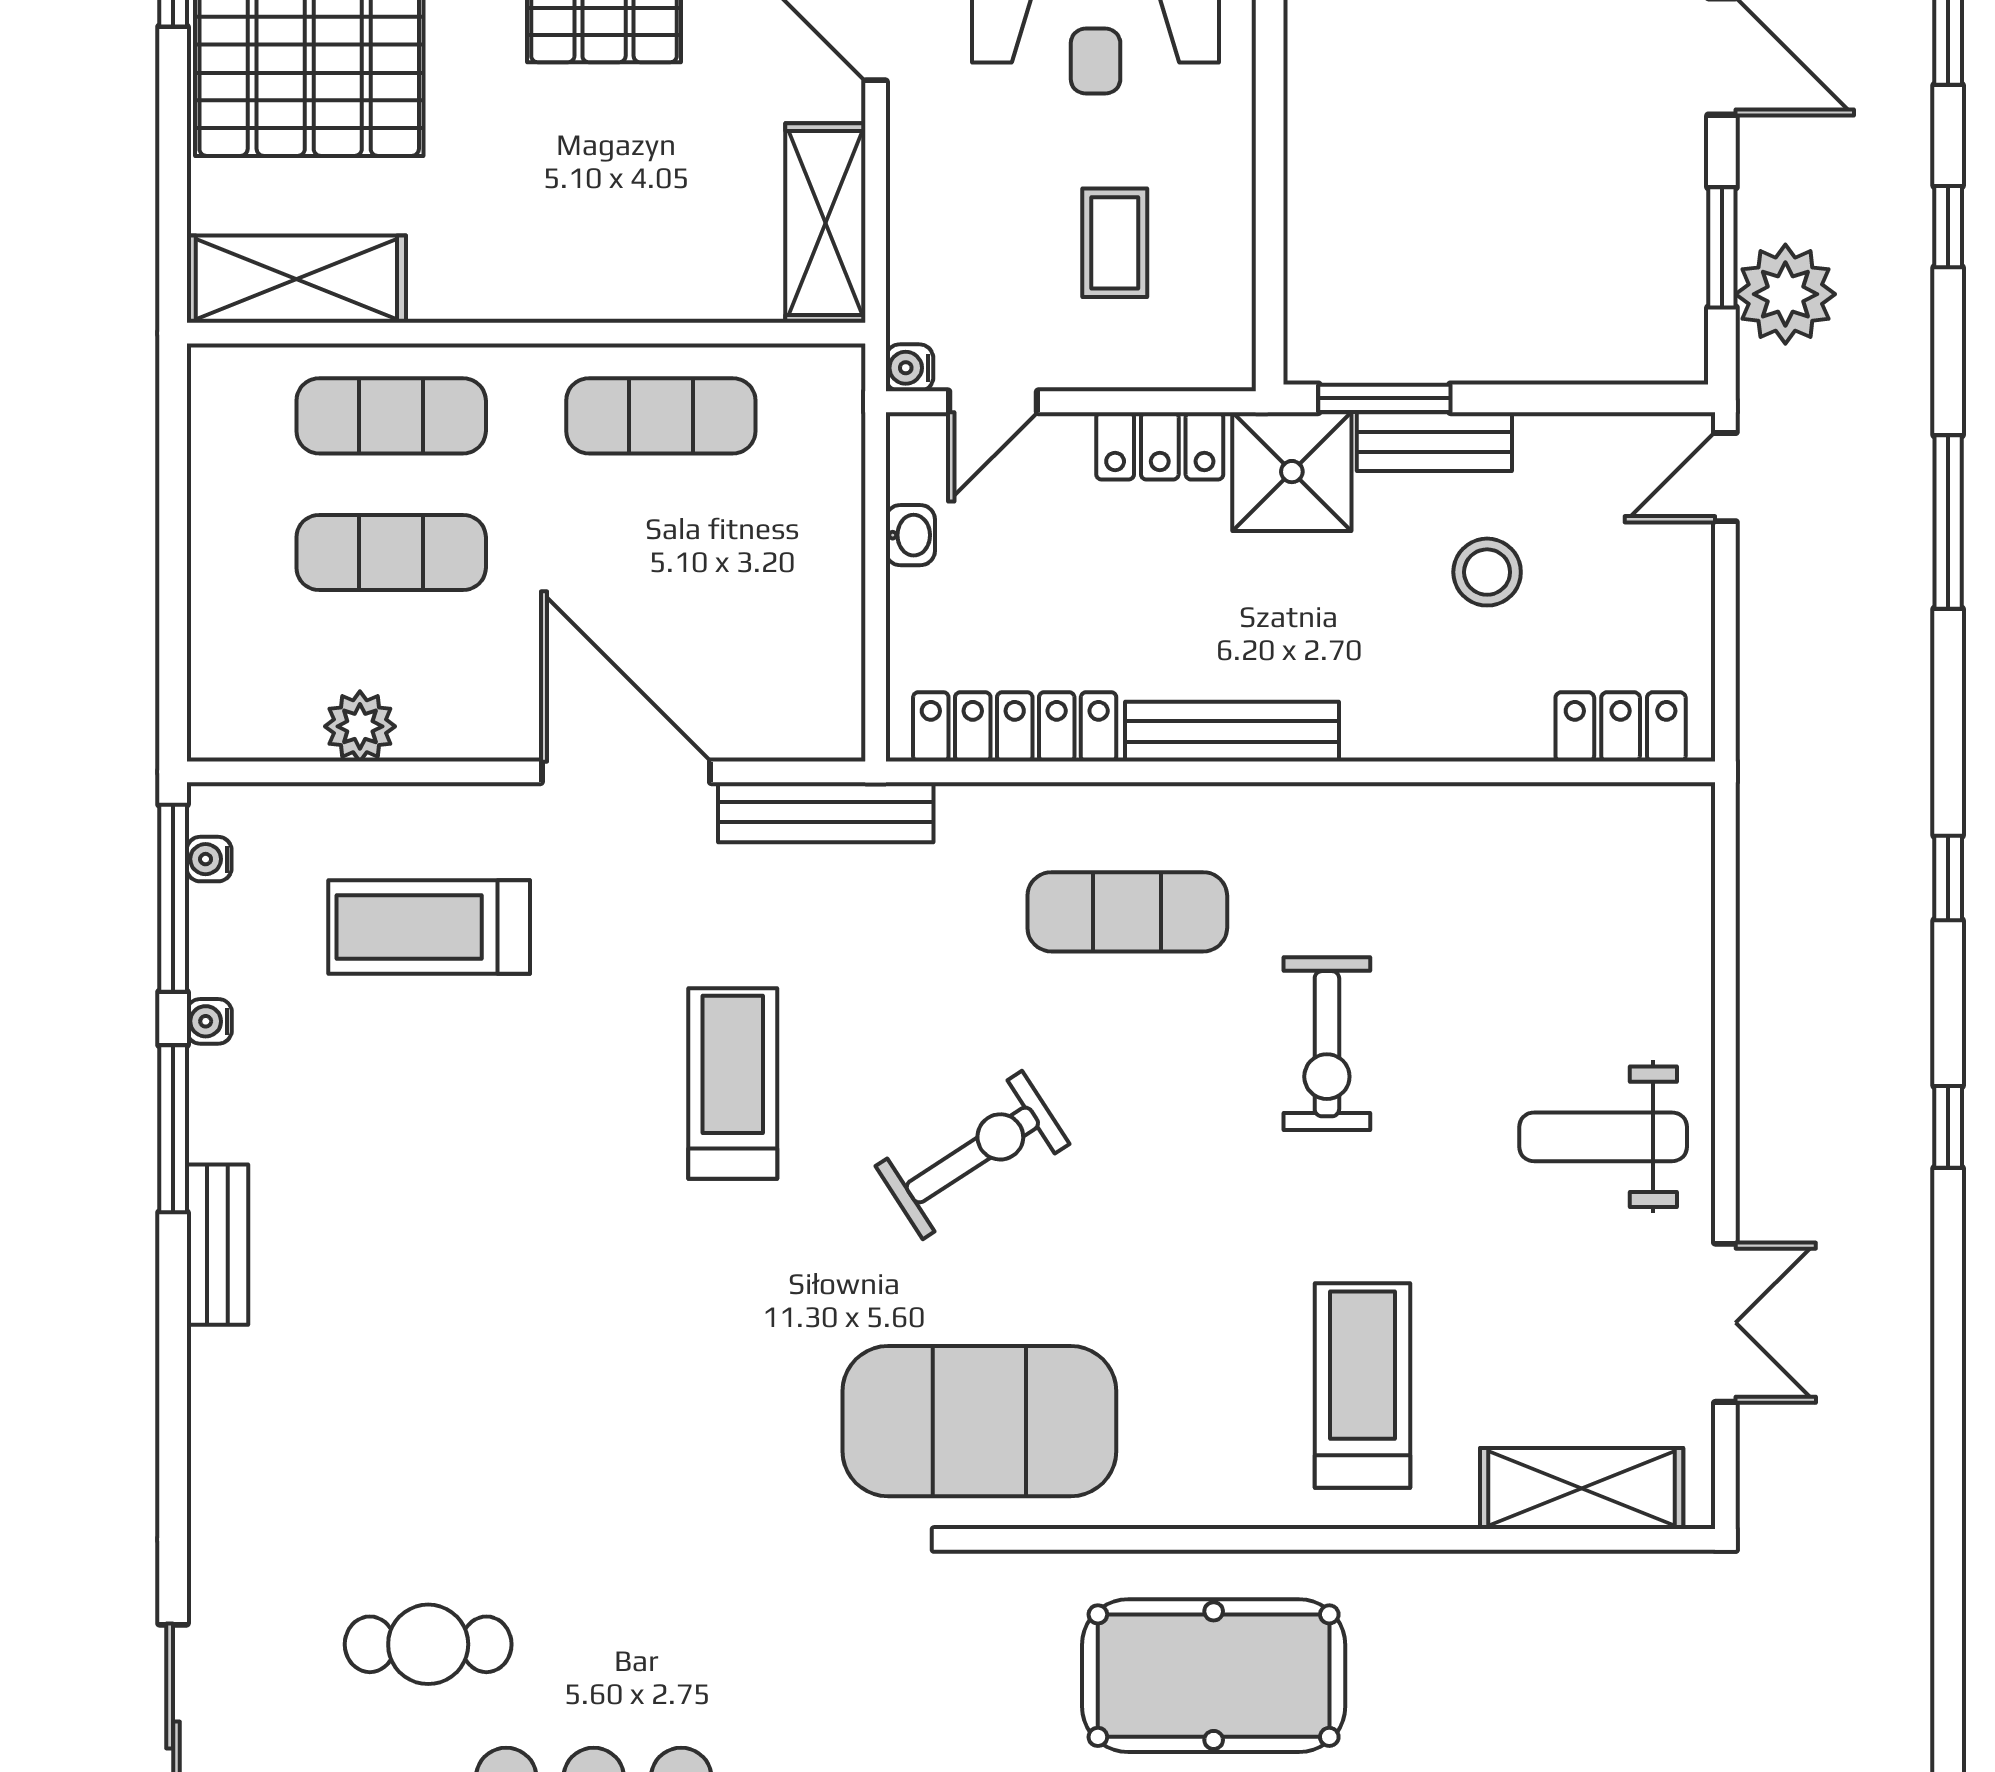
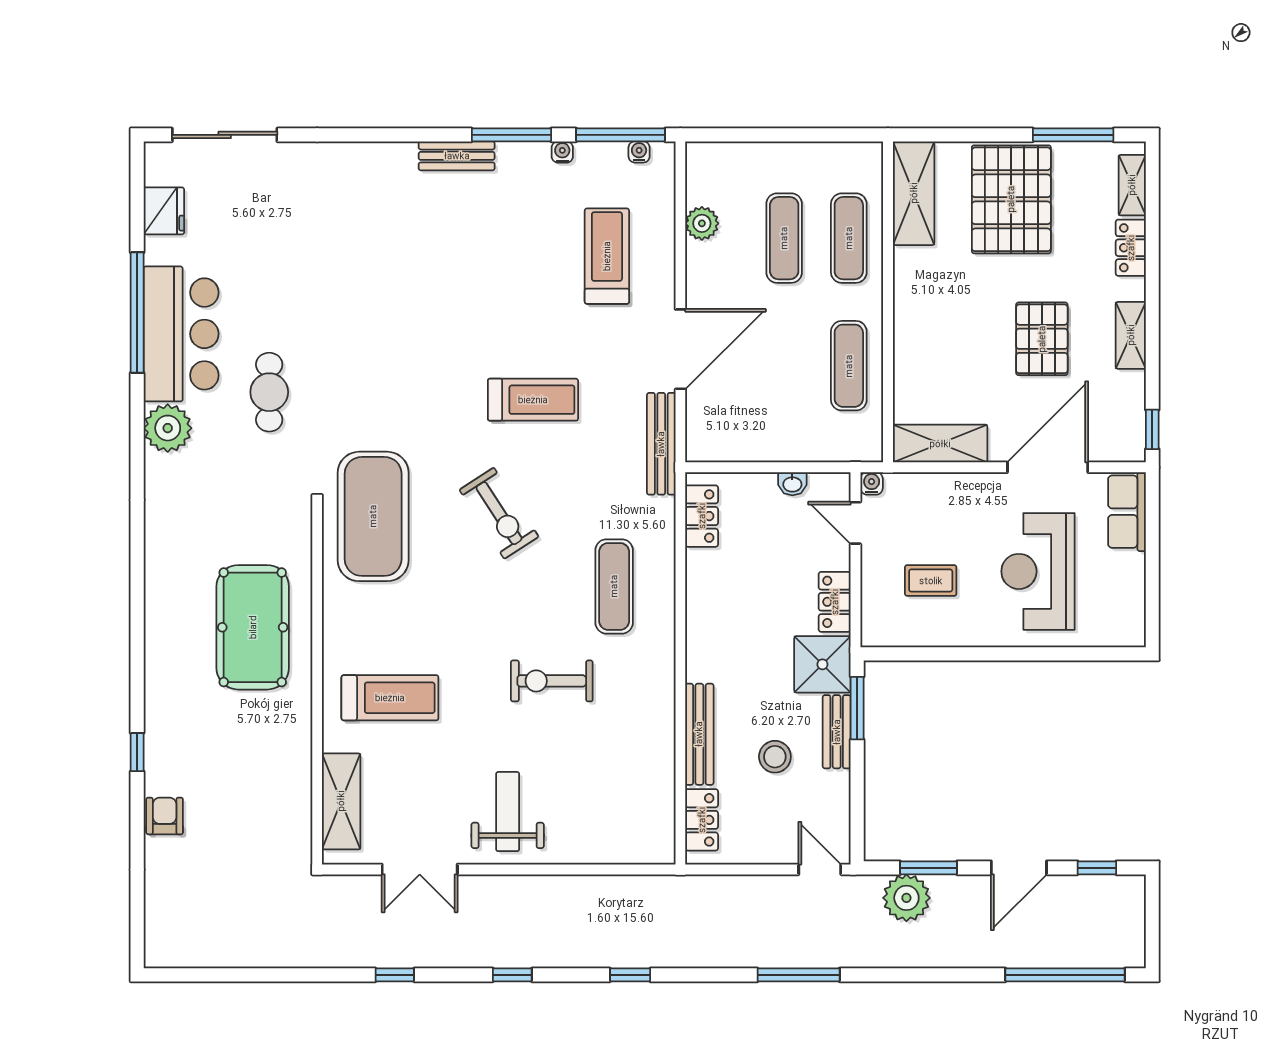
window: (1948, 227) -> (395, 975), moved
locker: (1015, 727) -> (702, 516), width x0.66
bench: (1232, 732) -> (699, 734), moved
cafe table: (428, 1644) -> (269, 392), moved

